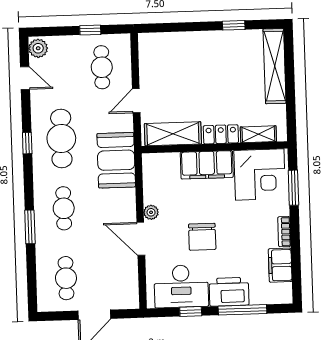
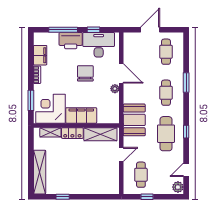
door: (25, 78) -> (186, 170), hinge flipped

